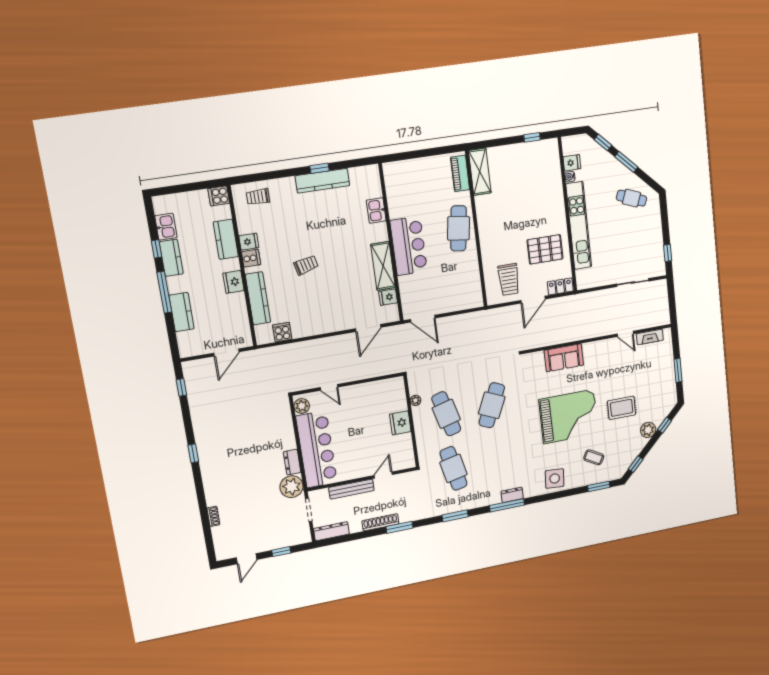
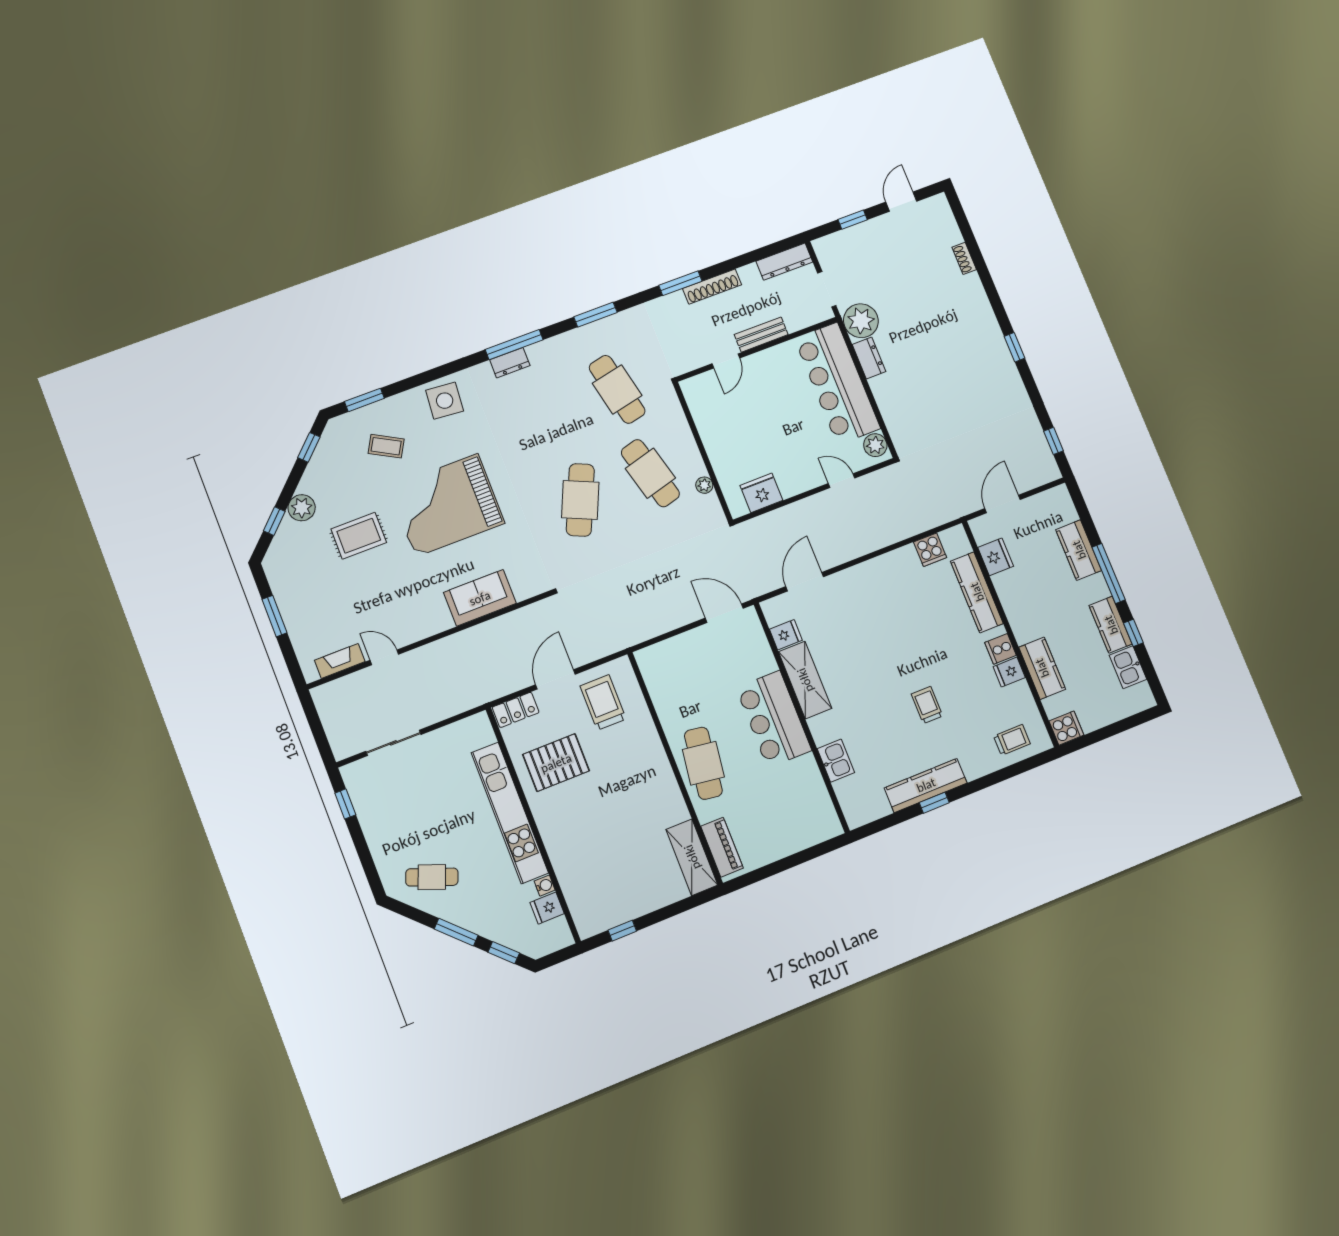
trolley: (306, 265) -> (927, 705), moved, turned 104
fridge: (233, 282) -> (996, 557), moved
fridge: (400, 423) -> (761, 493), moved, turned -90
bench: (351, 489) -> (761, 335), width x0.73

